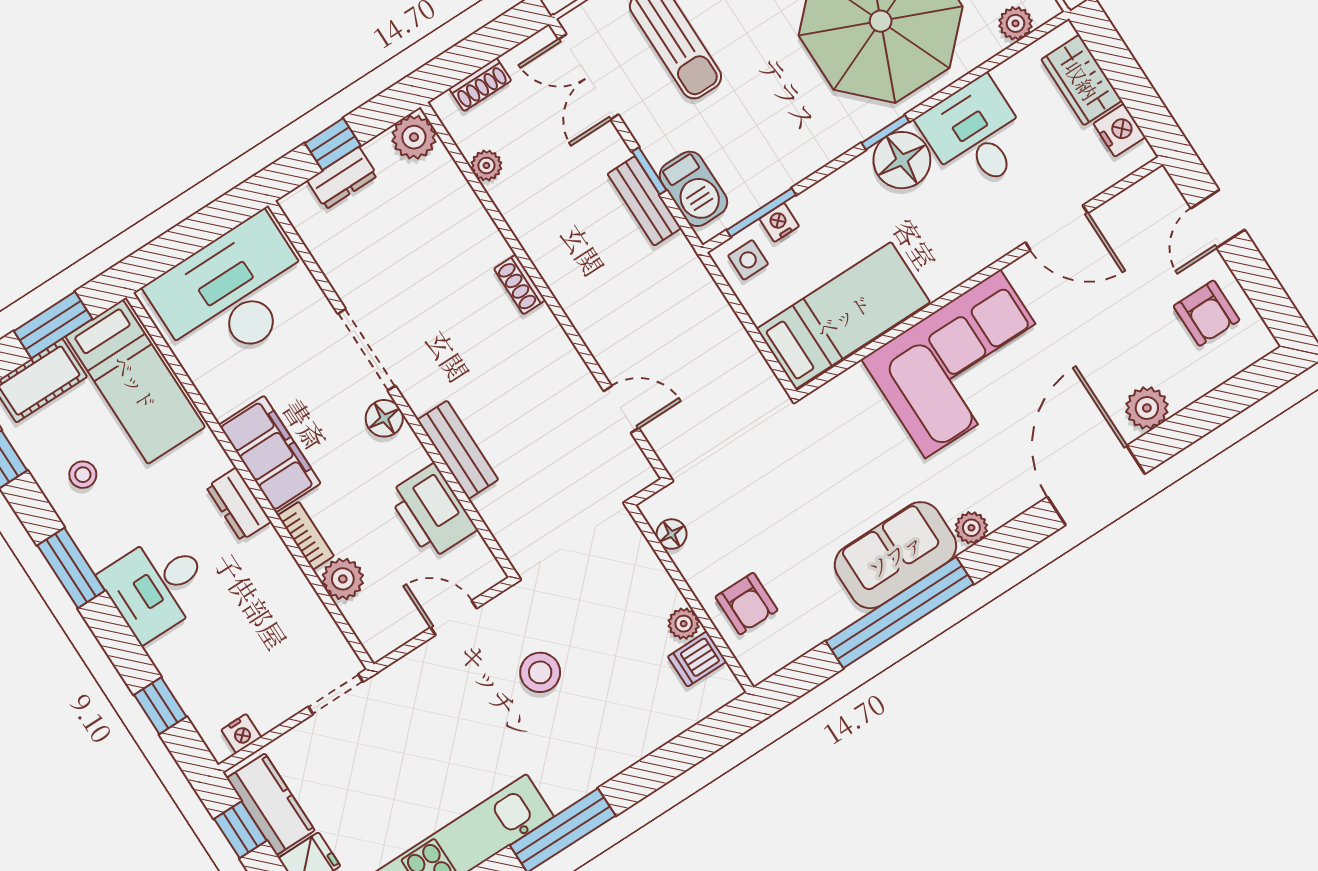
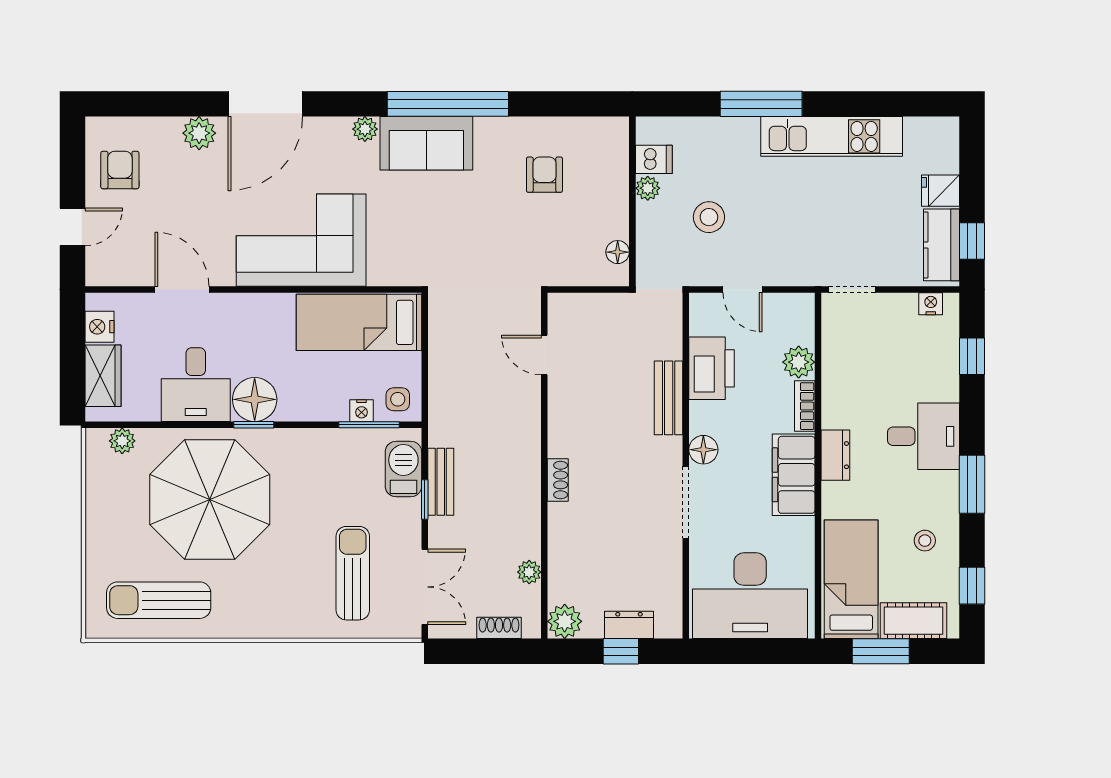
floor lamp: (672, 534) -> (618, 252), moved
wall: (691, 599) -> (632, 201), moved
plant: (684, 624) -> (648, 188), moved
dishwasher: (697, 659) -> (654, 159), moved

